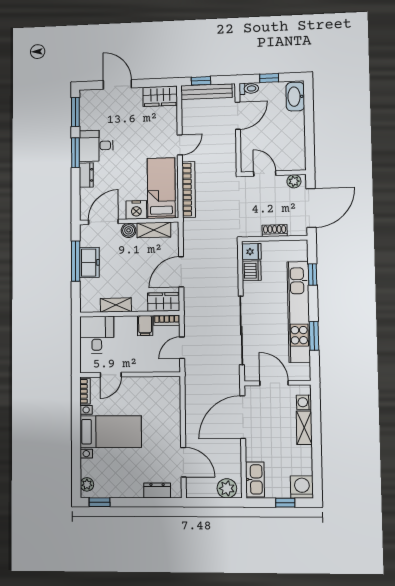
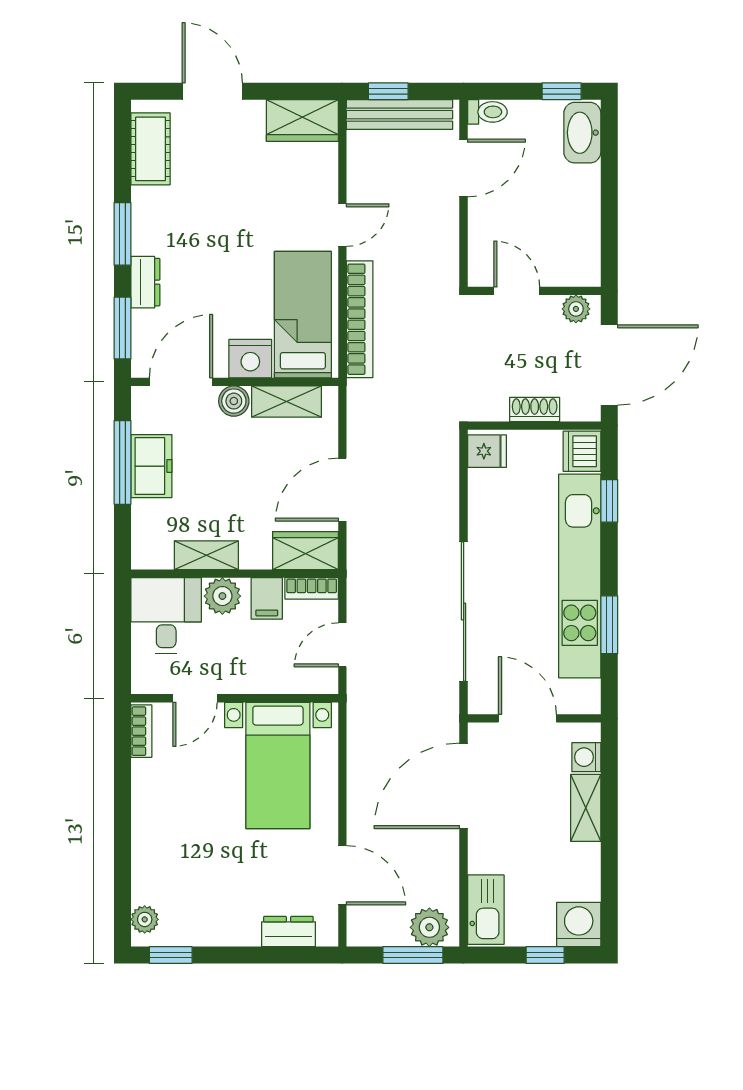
window: (269, 78) -> (562, 91), moved
window: (75, 112) -> (123, 328), moved
cot: (88, 112) -> (151, 149), added
desk: (96, 146) -> (167, 221), removed
dishwasher: (252, 271) -> (582, 451), moved, turned 180
plant: (124, 325) -> (222, 596), added
bed with nightstands: (111, 432) -> (278, 765), moved, turned 90
window: (219, 502) -> (413, 955), added

